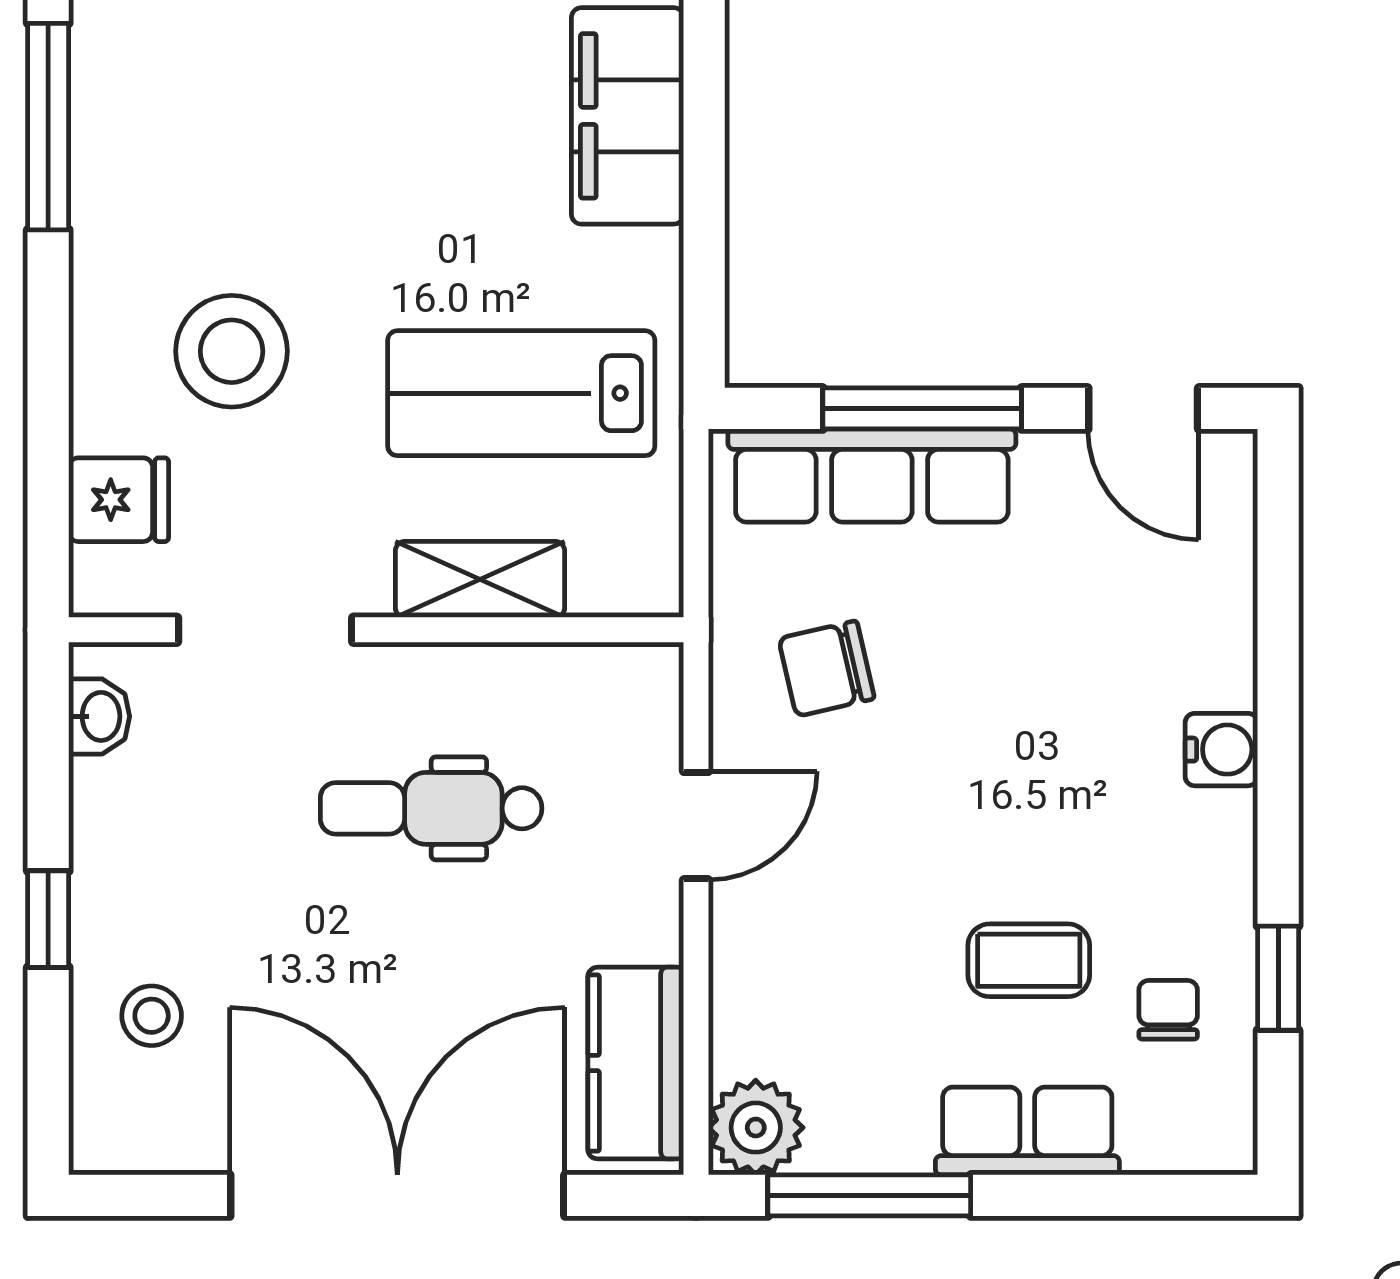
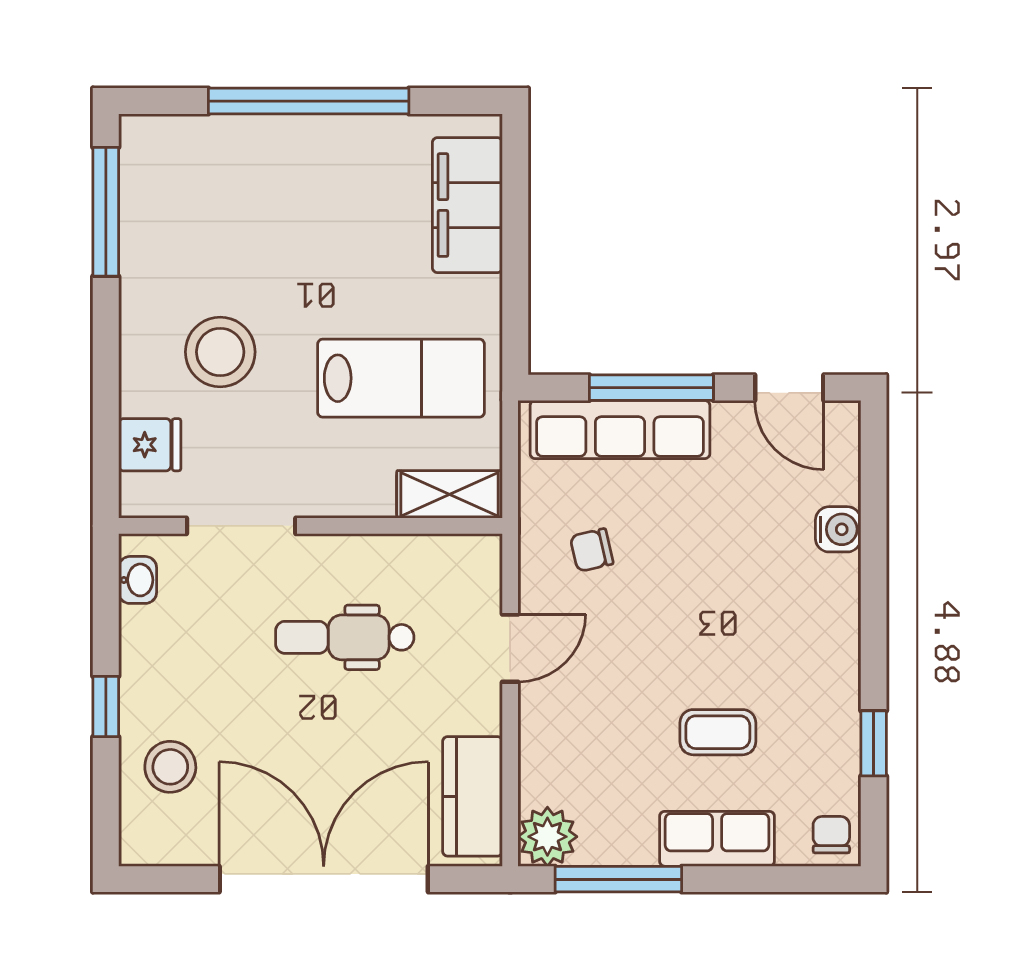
lab bench: (521, 393) -> (401, 378), turned 180
shelving: (480, 579) -> (450, 494), moved
chair: (827, 669) -> (592, 550), width x0.73, depth x0.73
water cooler: (1221, 750) -> (838, 529), moved
chair: (1168, 1010) -> (831, 835), moved
stool: (152, 1016) -> (170, 767), width x1.37, depth x1.37

